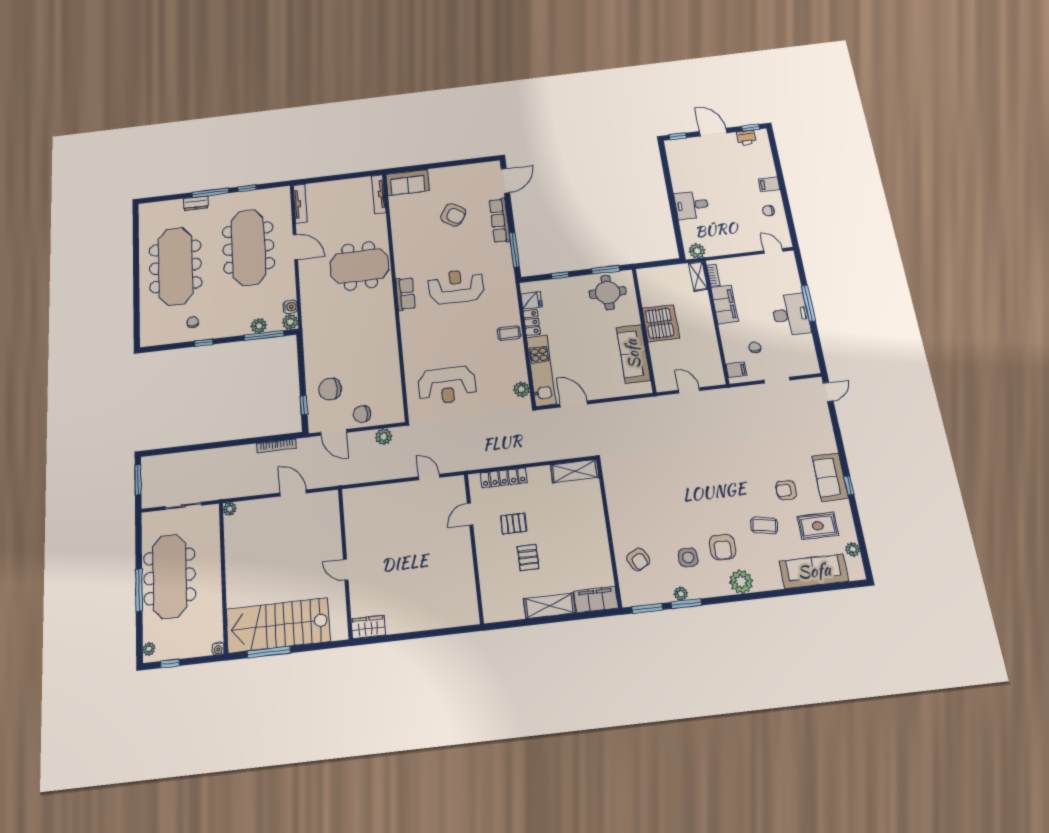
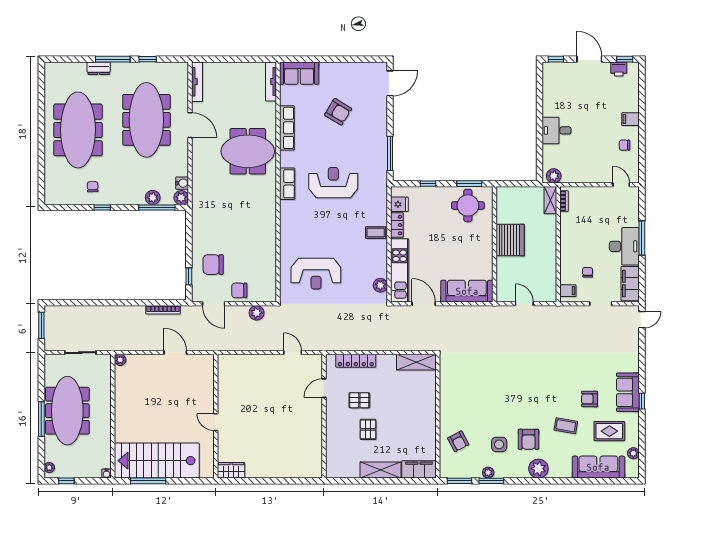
row of seats: (500, 220) -> (287, 128), moved, turned 180
filing cabinet: (725, 305) -> (630, 284), moved, turned 180
sofa: (633, 354) -> (467, 291), moved, turned 90

